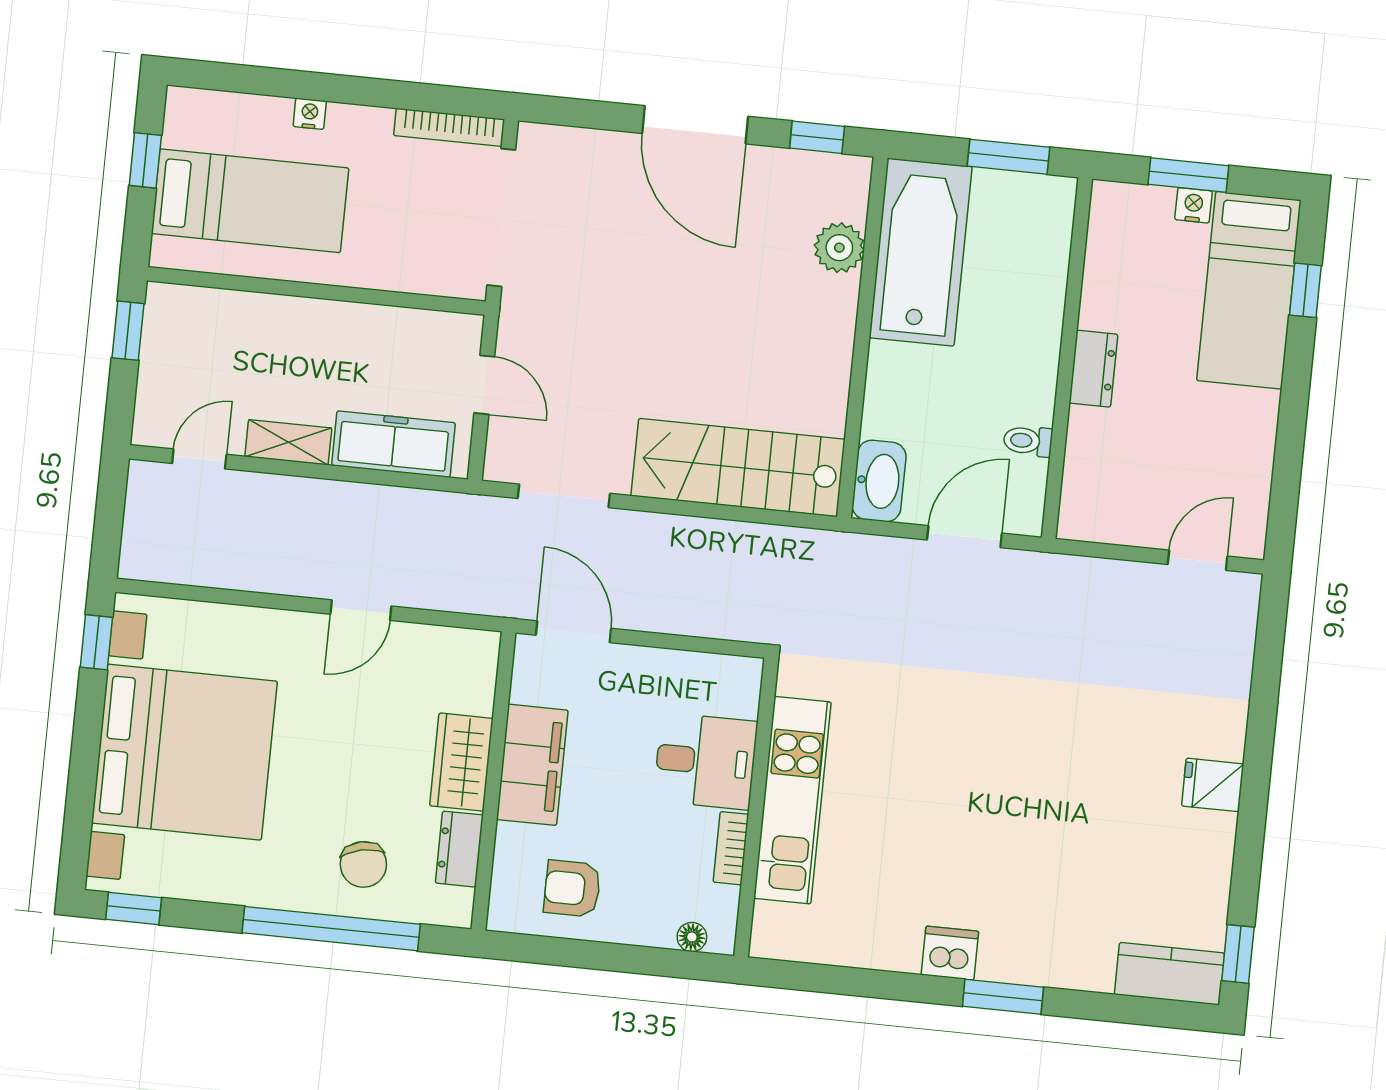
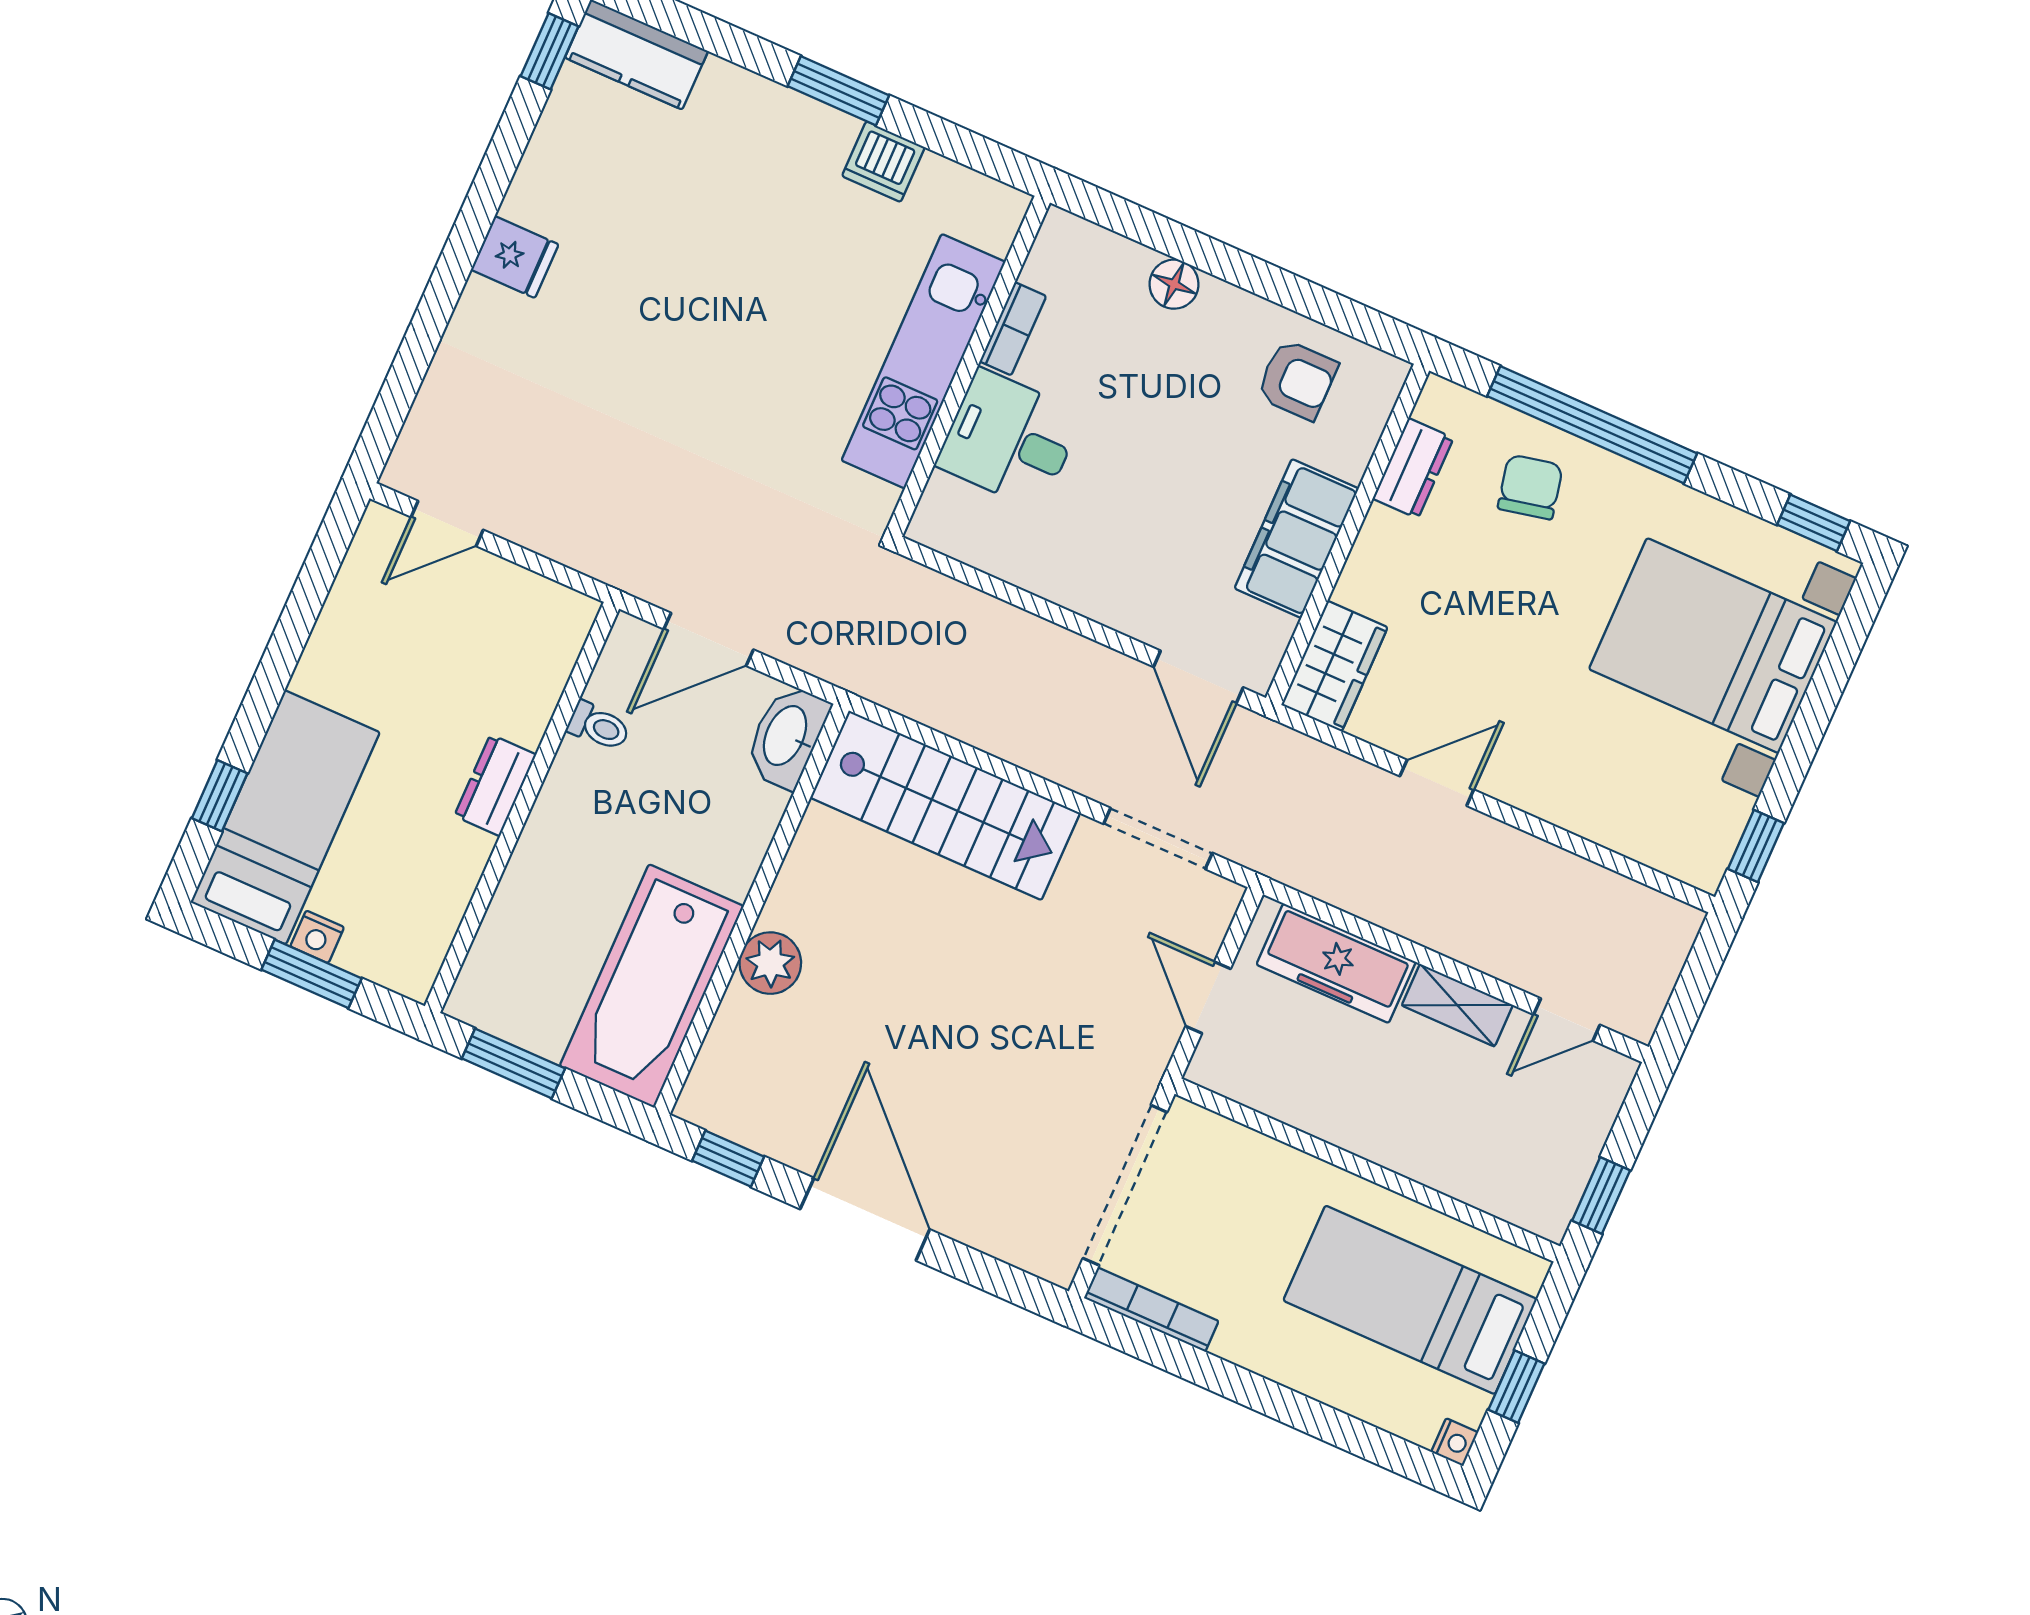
nightstand: (310, 114) -> (1455, 1442), moved, turned -90
plant: (839, 248) -> (770, 963), moved
bed with nightstands: (184, 752) -> (1713, 646), width x0.73
desk: (705, 761) -> (1009, 439), moved
wardrobe: (461, 762) -> (1334, 666), moved
kitchen unit: (792, 800) -> (923, 361), moved
wall: (756, 808) -> (968, 366), moved
bookcase: (731, 848) -> (1013, 329), moved
floor lamp: (692, 937) -> (1174, 284), width x1.37, depth x1.37

